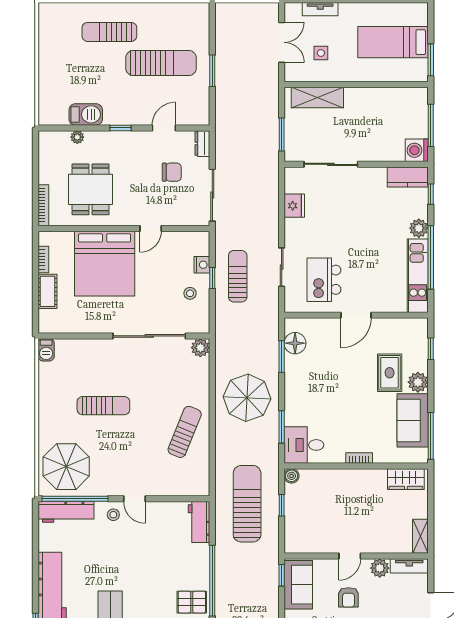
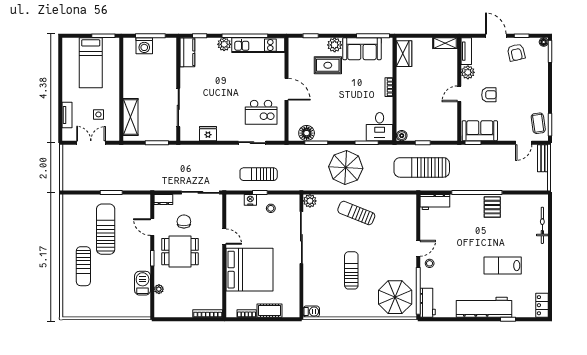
washing machine: (417, 150) -> (144, 46), moved
dining table: (91, 189) -> (180, 252), moved
sun lounger: (185, 432) -> (356, 213), moved
workbench: (66, 512) -> (428, 303), width x0.73
door: (350, 556) -> (459, 94), swing flipped

